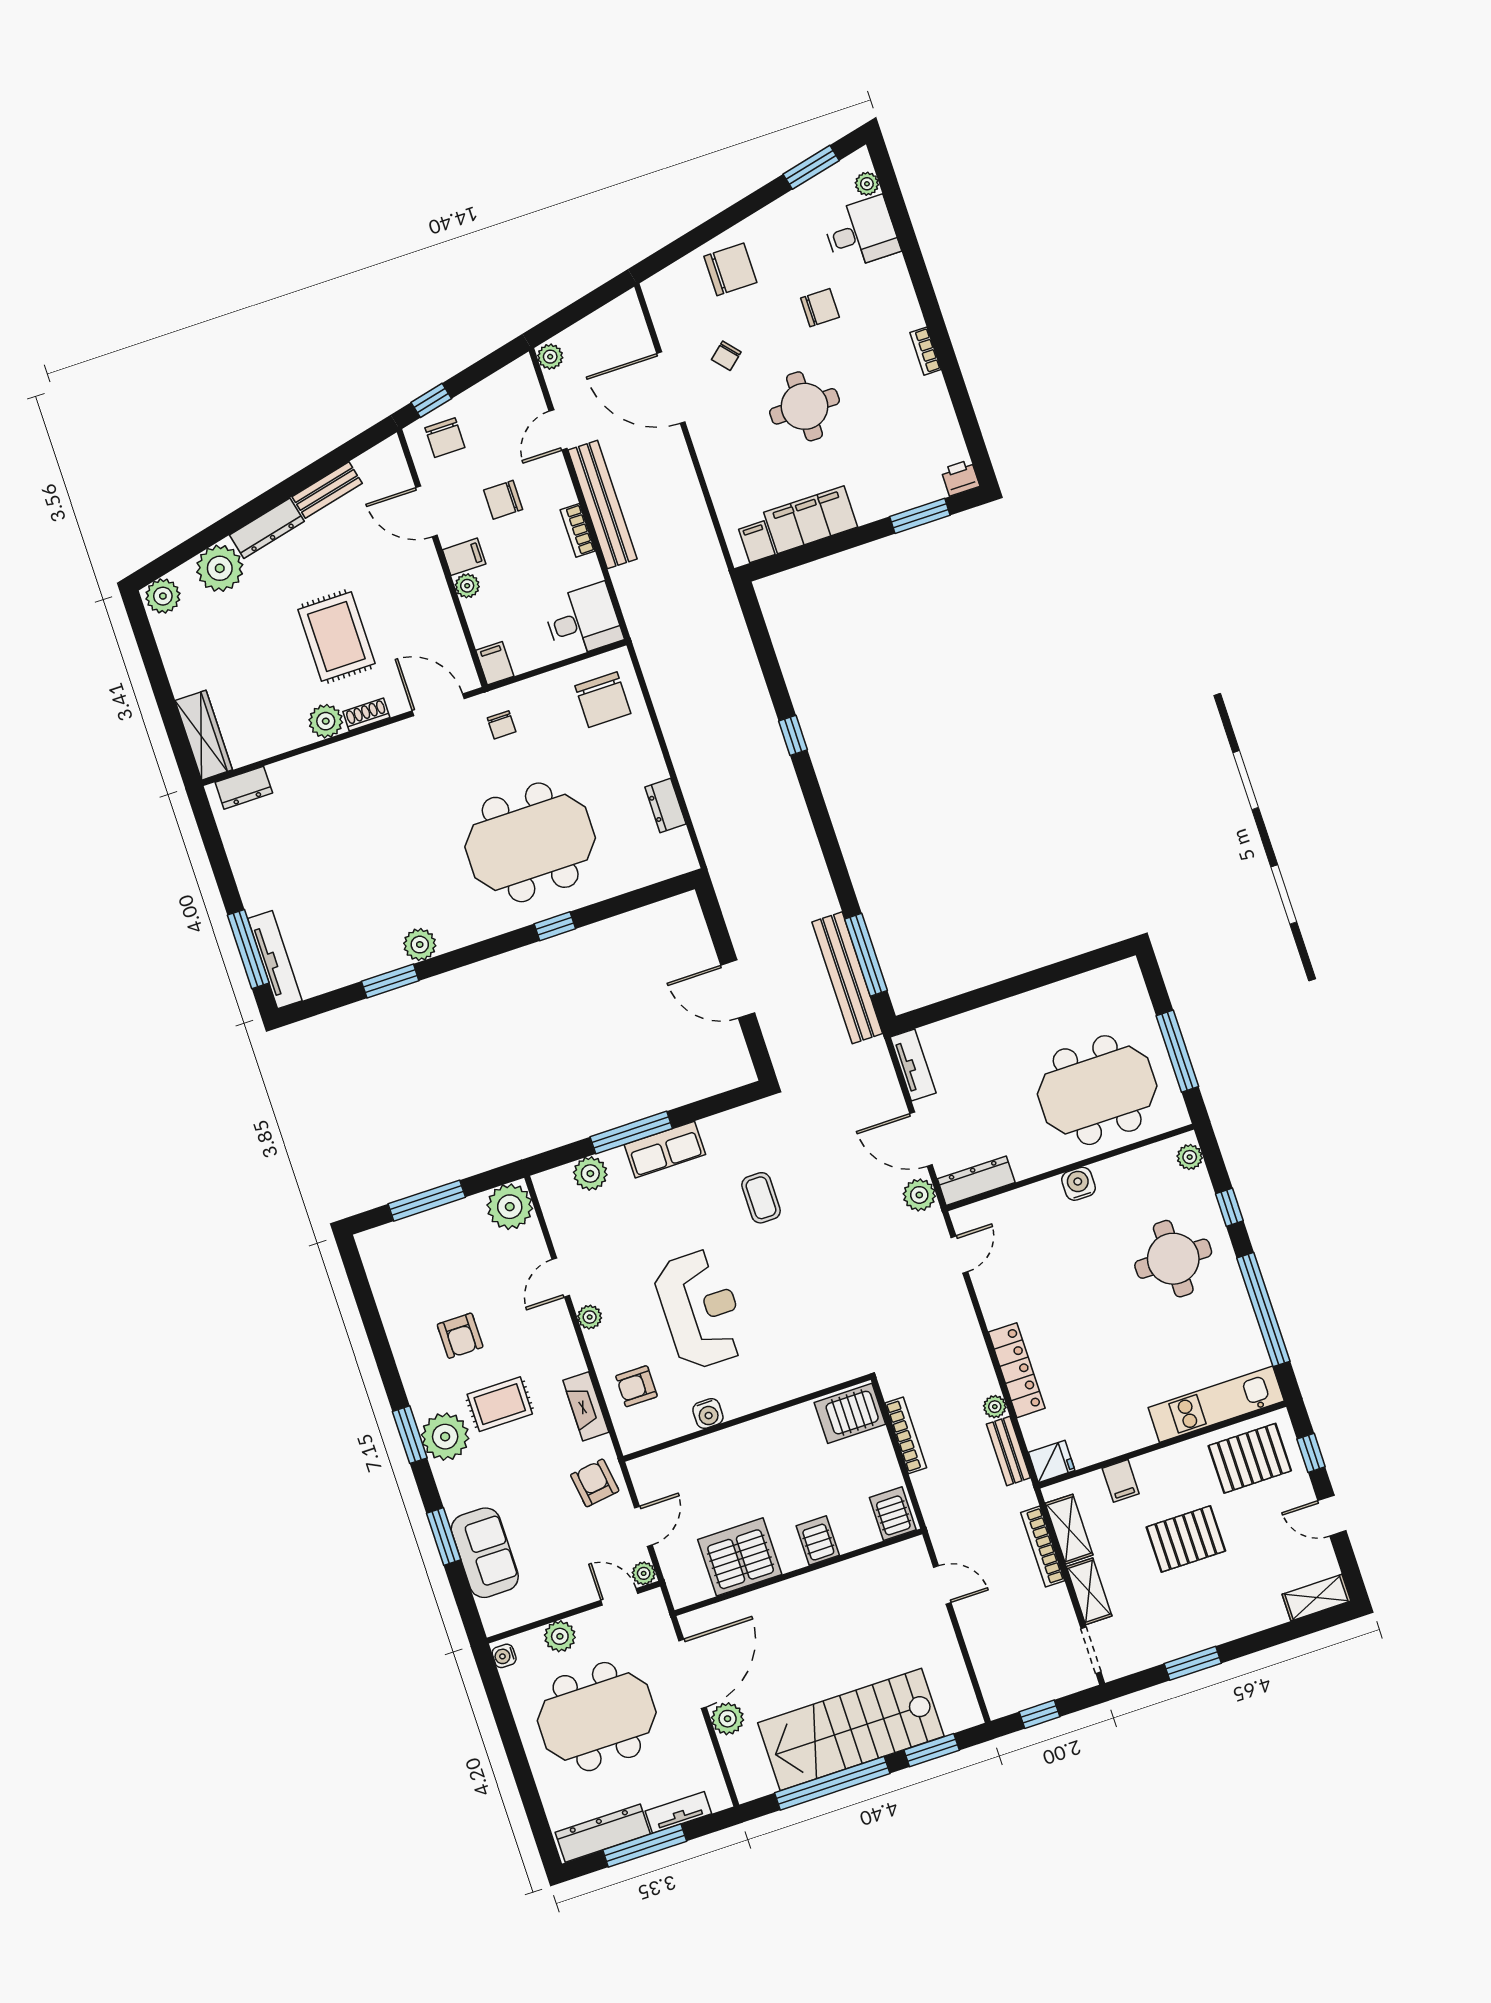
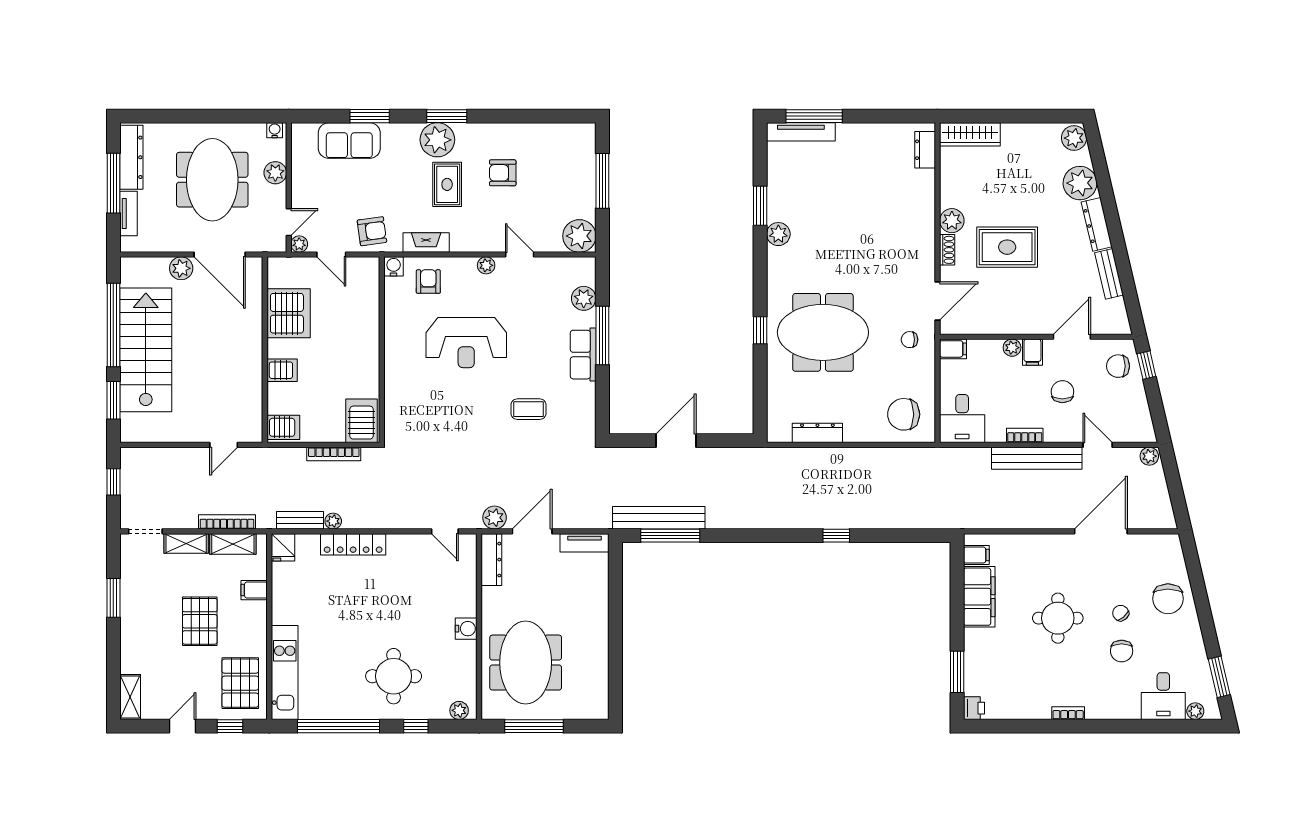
chair: (726, 356) -> (1121, 613), moved
dresser: (665, 805) -> (817, 433), width x1.44
meeting table: (530, 842) -> (823, 332), turned 90
water cooler: (708, 1413) -> (394, 266), moved, turned 90

